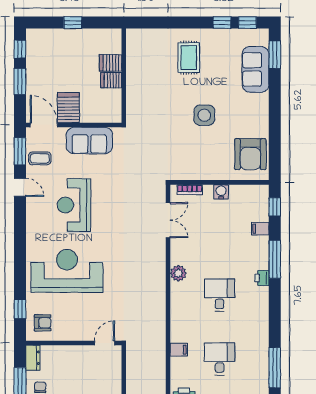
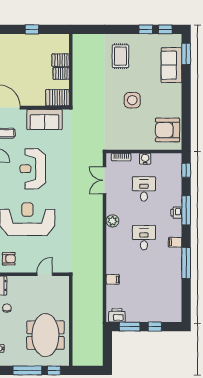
server rack: (68, 108) -> (57, 98), moved, turned -90
armchair: (250, 154) -> (167, 130), turned 90
double door: (168, 220) -> (105, 180), swing flipped
filing cabinet: (260, 229) -> (175, 242), moved
printer: (262, 278) -> (176, 213), moved
door: (105, 343) -> (45, 274), moved
desk: (220, 359) -> (144, 189), moved
window: (275, 368) -> (186, 263), moved

